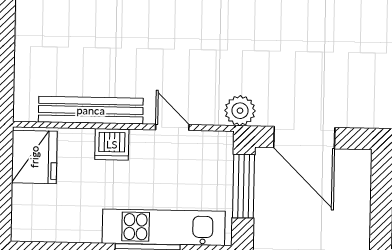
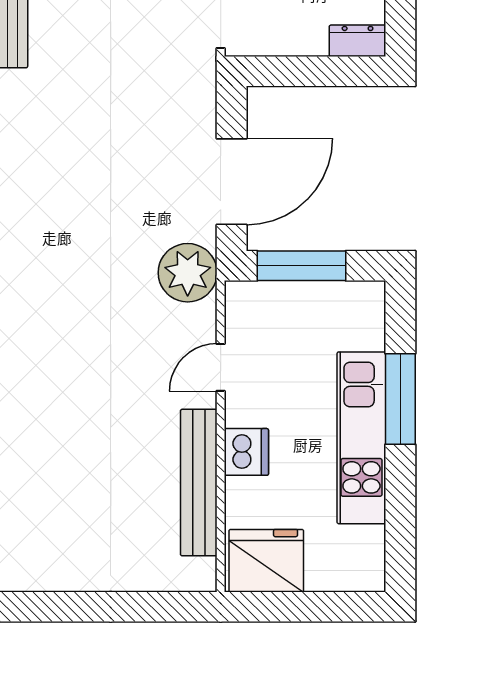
plant: (240, 111) -> (188, 273), width x1.36, depth x1.36
kitchen unit: (164, 227) -> (361, 438), moved

